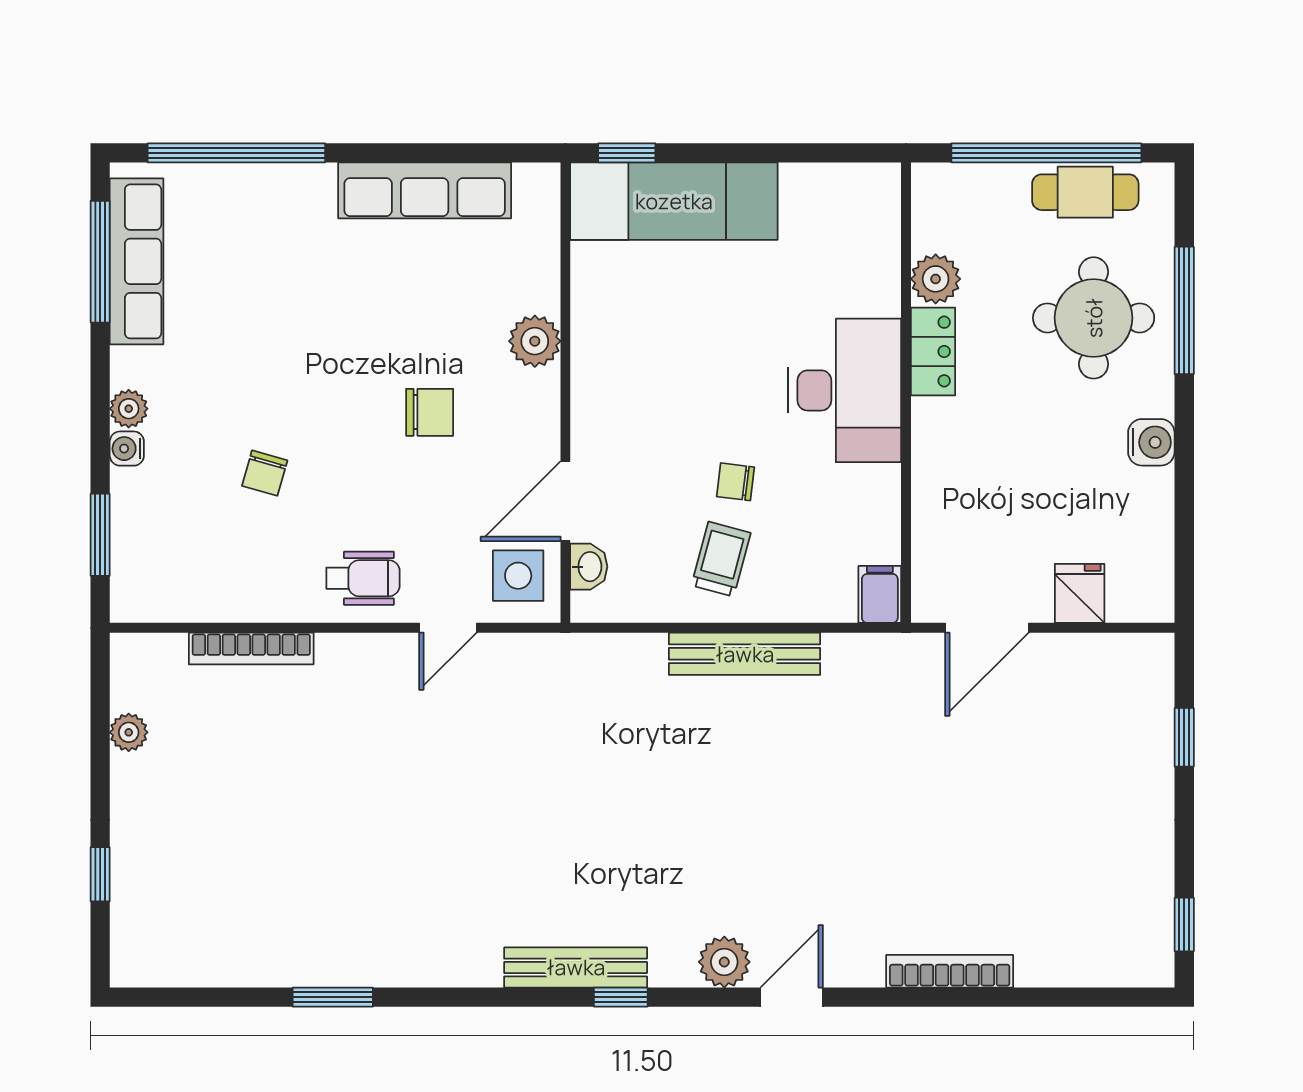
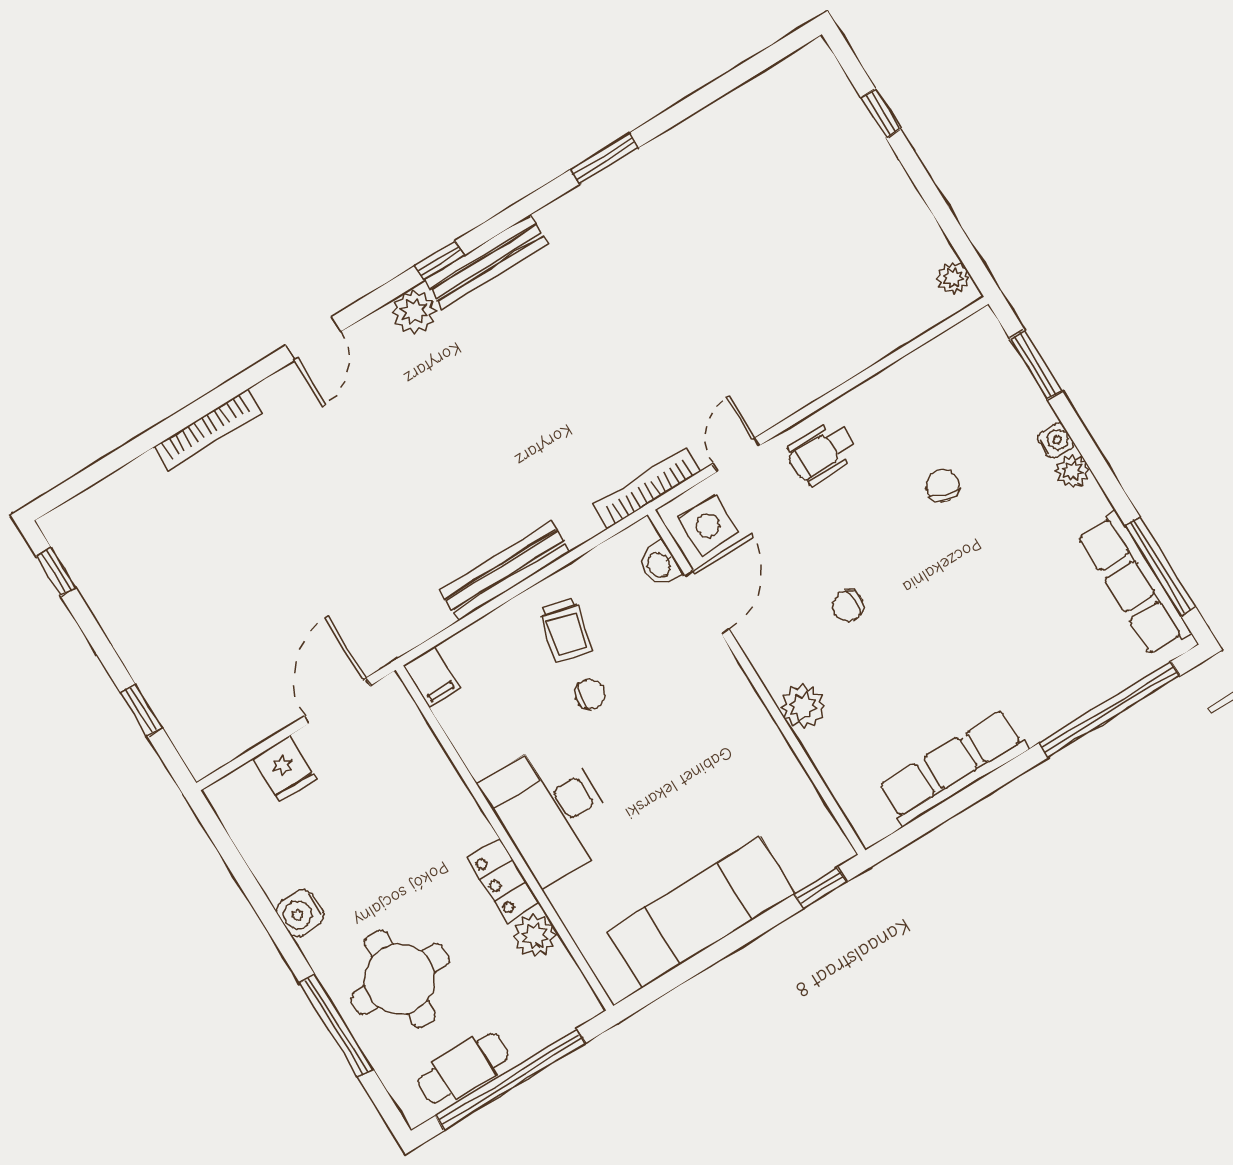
exam couch: (674, 201) -> (701, 912), moved
chair: (430, 412) -> (848, 606), width x0.73, depth x0.73
bookcase: (251, 649) -> (647, 488), moved
plant: (129, 732) -> (953, 278), moved
plant: (724, 962) -> (414, 312), moved
window: (333, 997) -> (604, 159), moved

